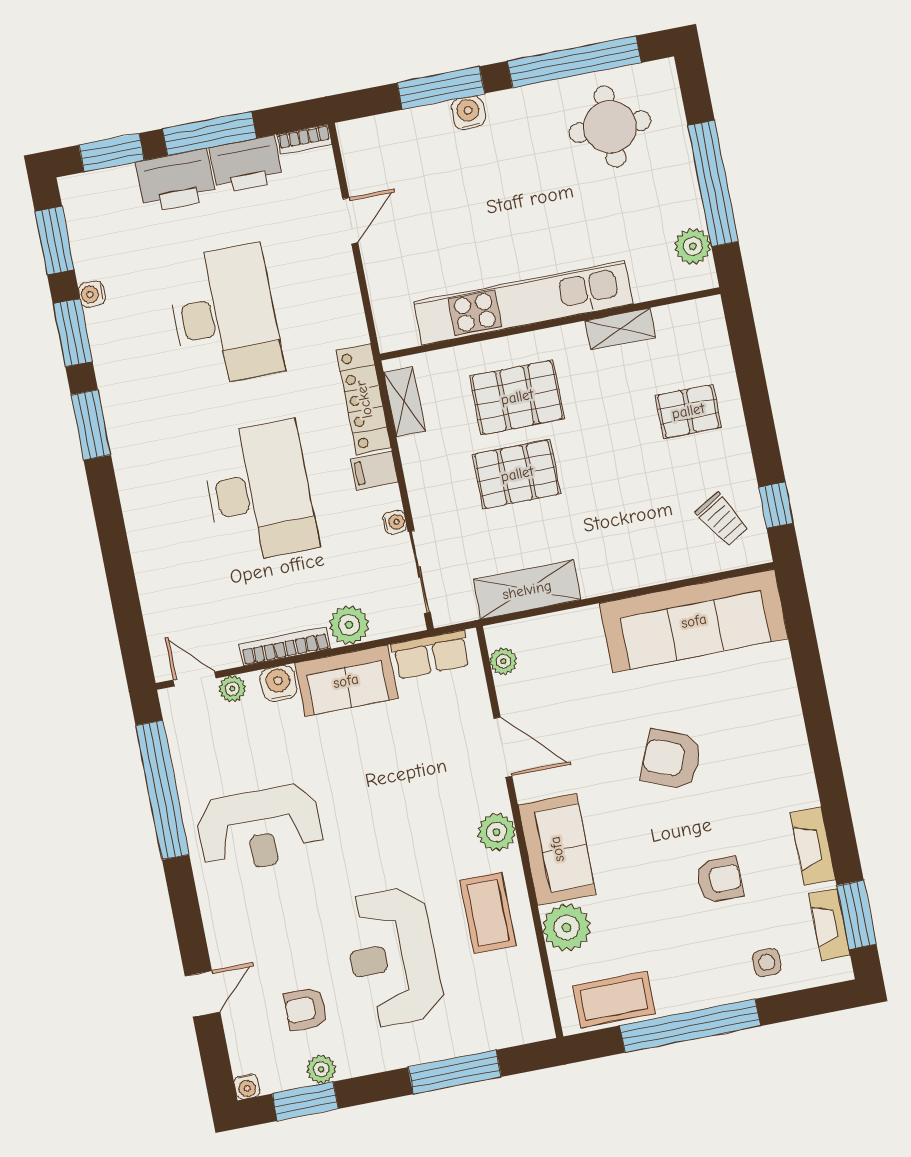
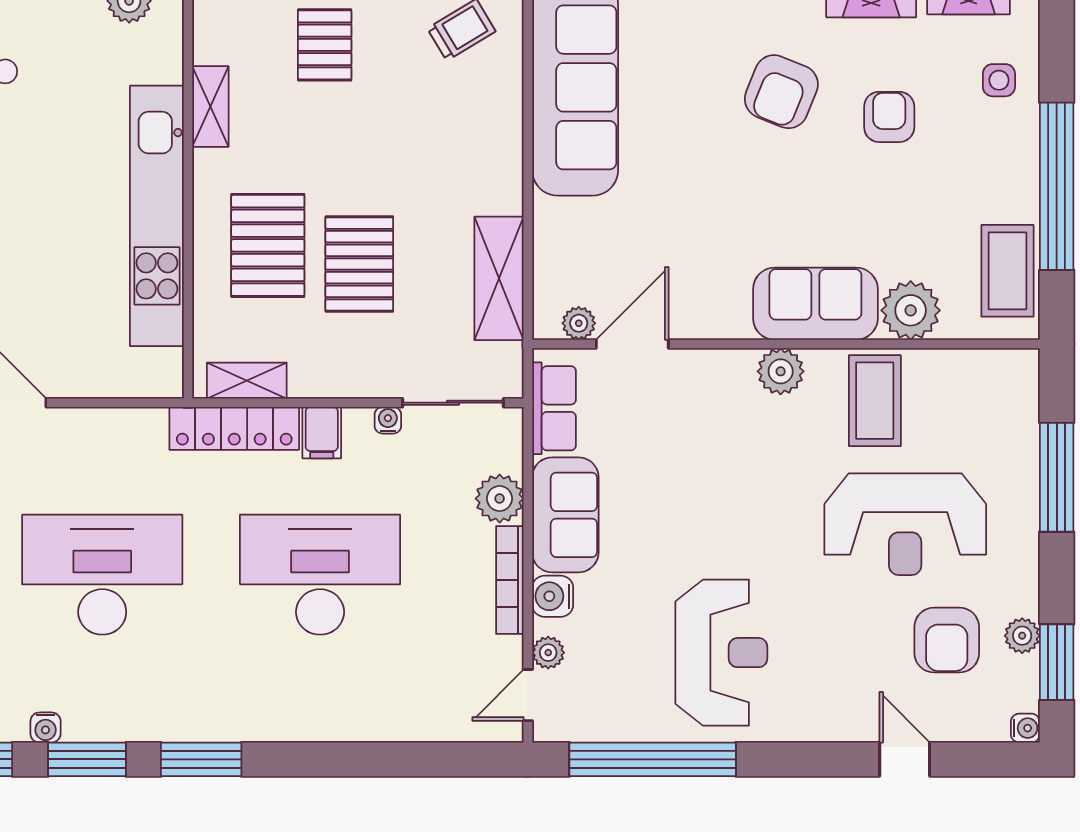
door: (503, 747) -> (632, 344), moved
armchair: (671, 759) -> (781, 92), moved
coffee table: (488, 913) -> (875, 401), turned 90
armchair: (306, 1009) -> (947, 640), width x1.38, depth x1.38

